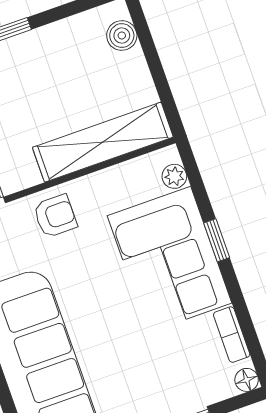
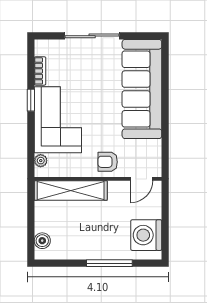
window: (217, 240) -> (31, 100), moved
floor lamp: (247, 380) -> (40, 46), removed

